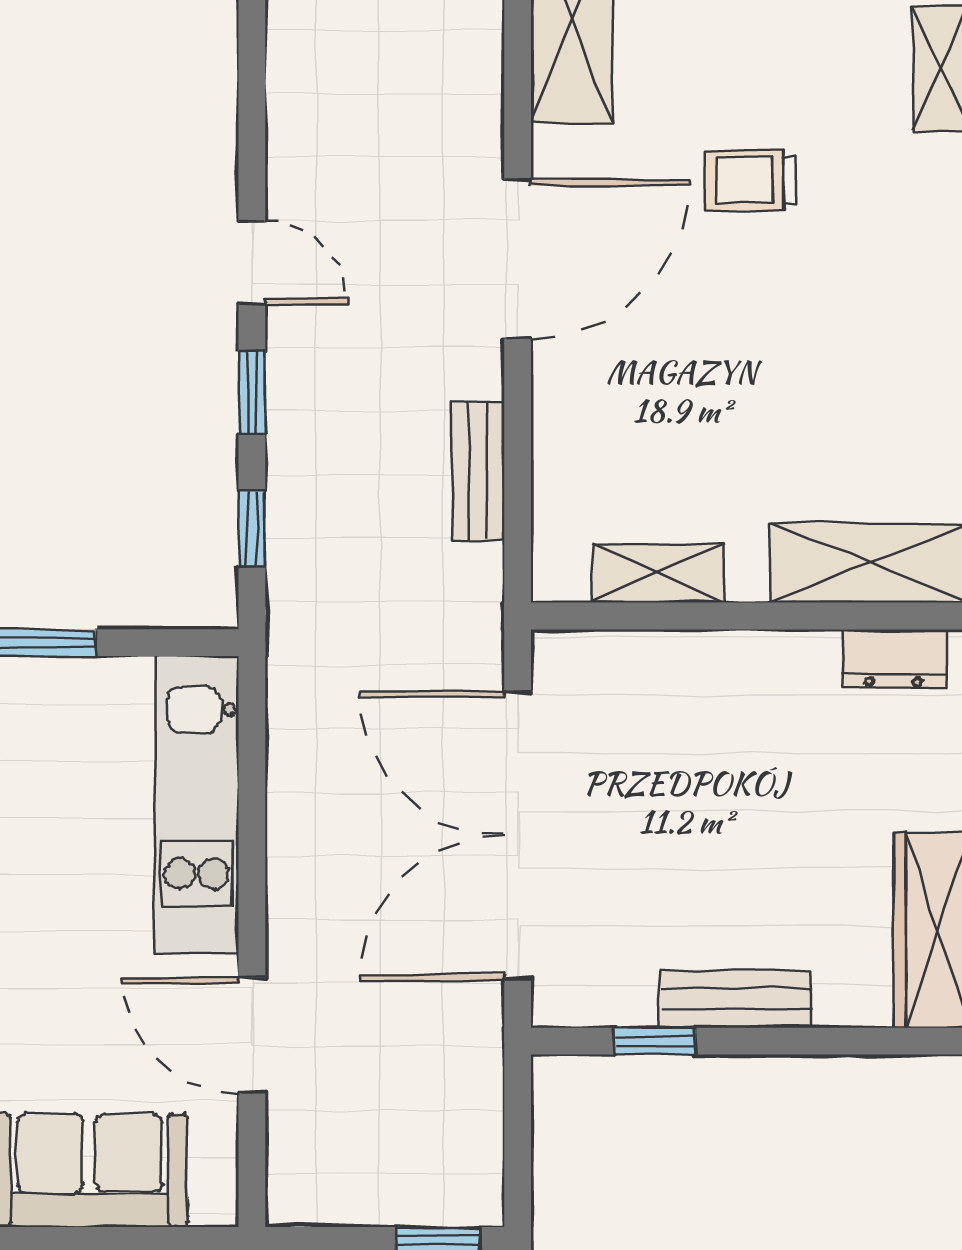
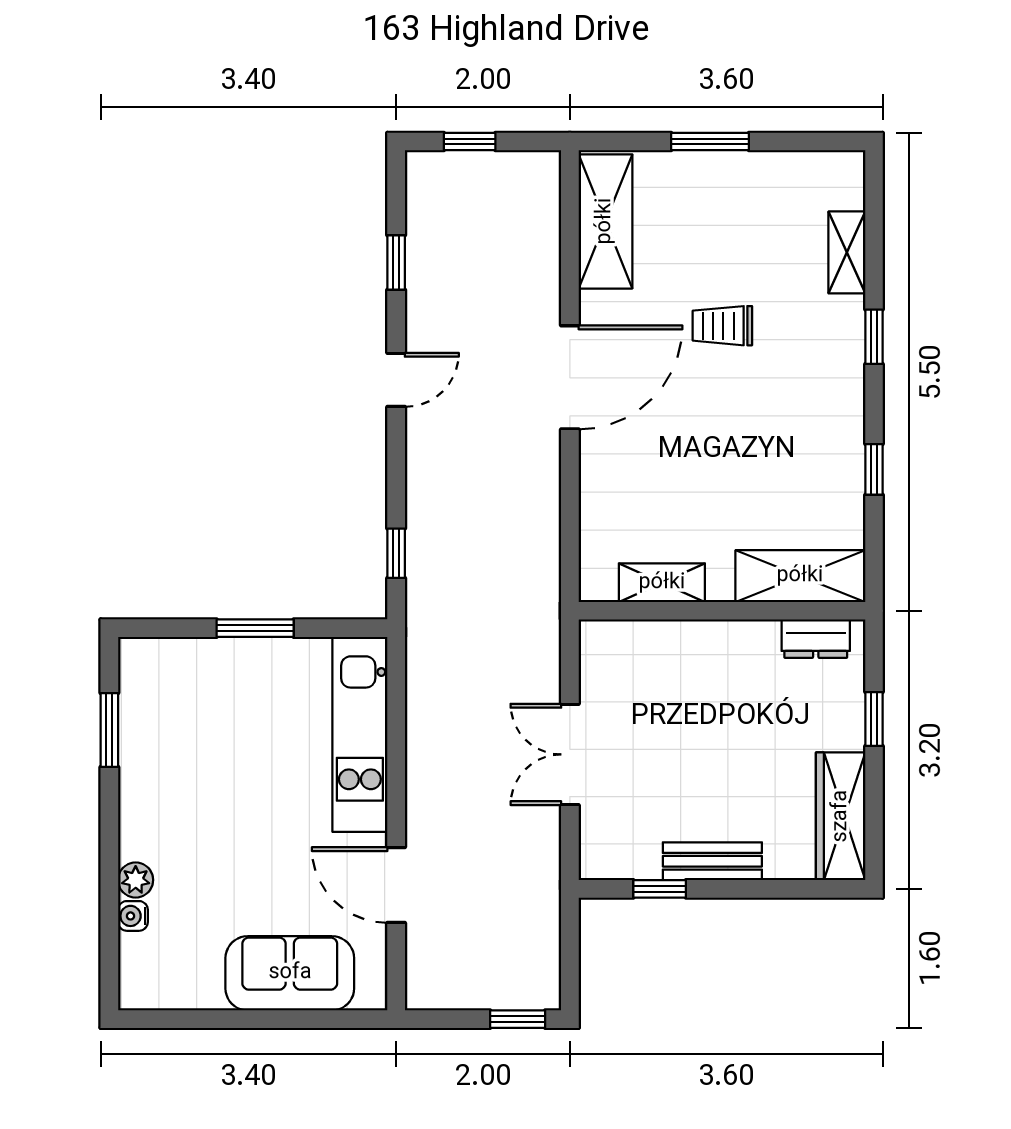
door: (252, 263) -> (396, 380), hinge flipped
window: (252, 392) -> (396, 262), moved
bench: (478, 471) -> (544, 516), removed
double door: (518, 836) -> (570, 754), width x0.54

